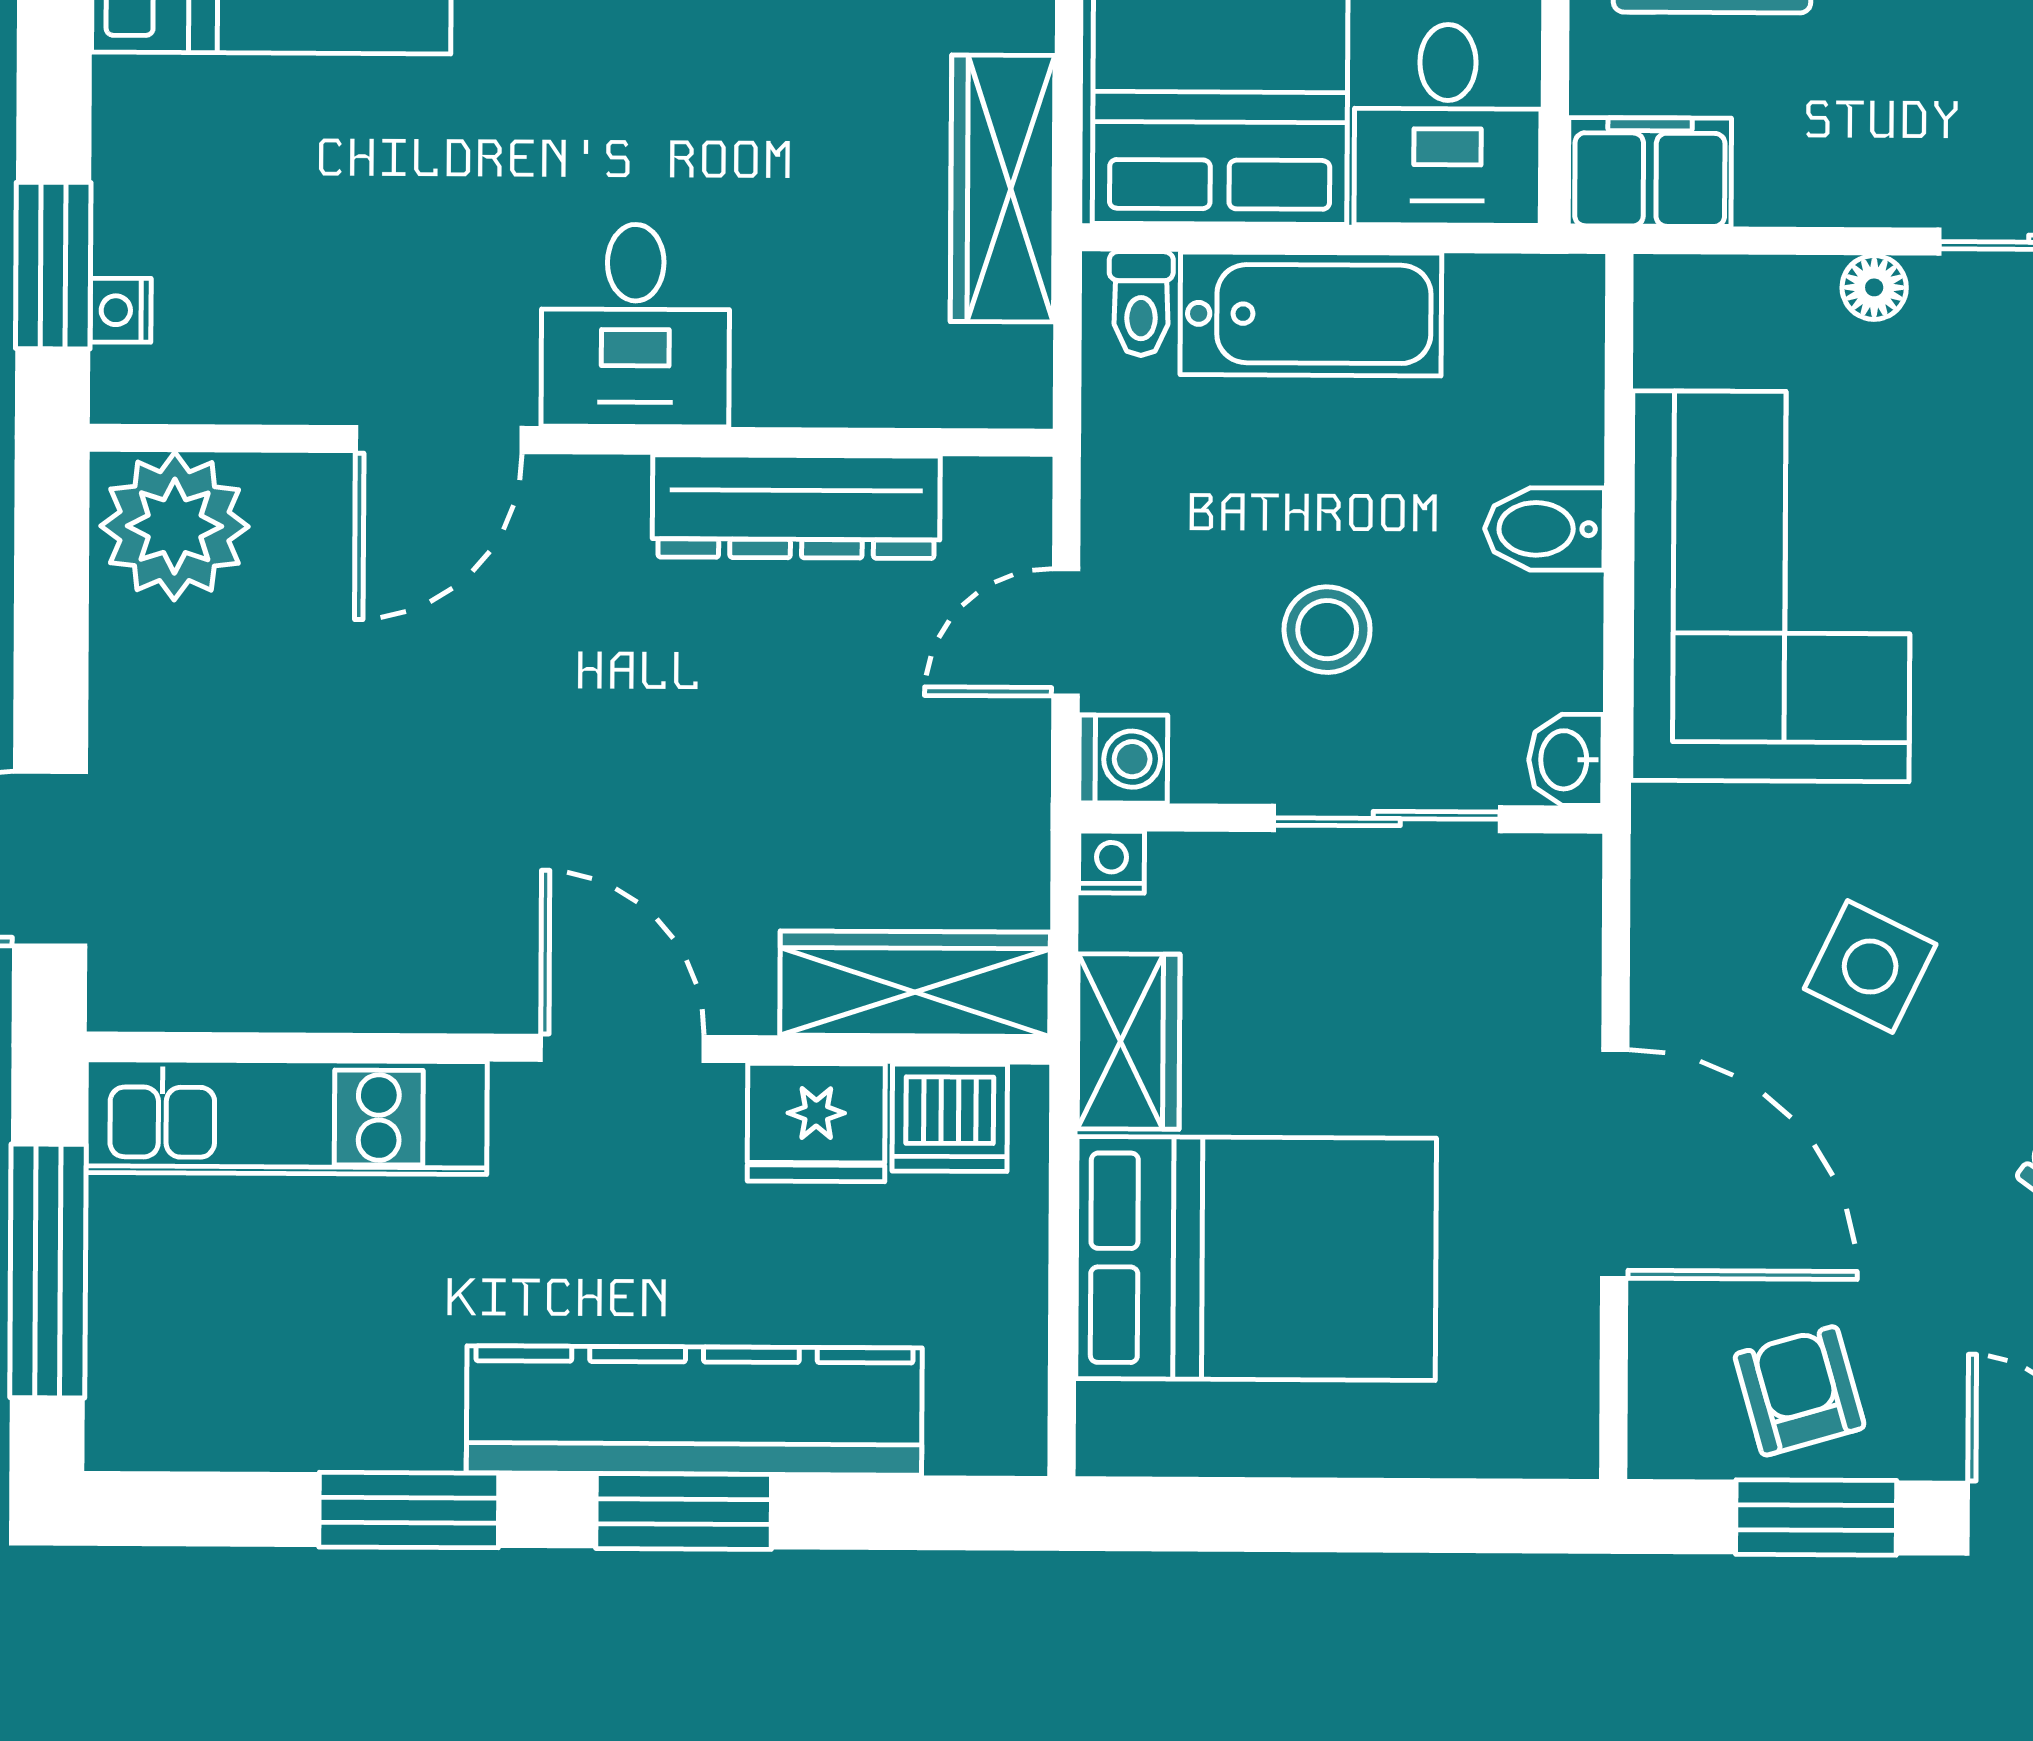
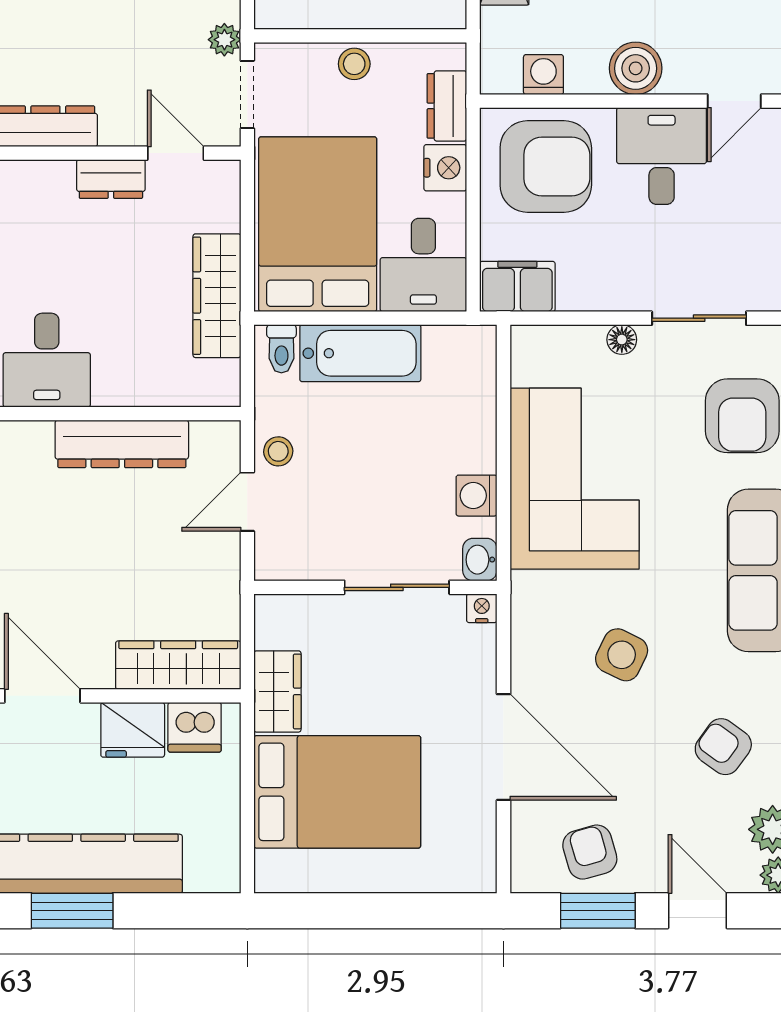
bidet: (1544, 529) -> (469, 452), removed
stool: (1327, 630) -> (278, 451), moved, width x0.73, depth x0.73
washing machine: (1123, 759) -> (477, 496), moved, turned 180
nightstand: (1111, 862) -> (482, 608), moved

